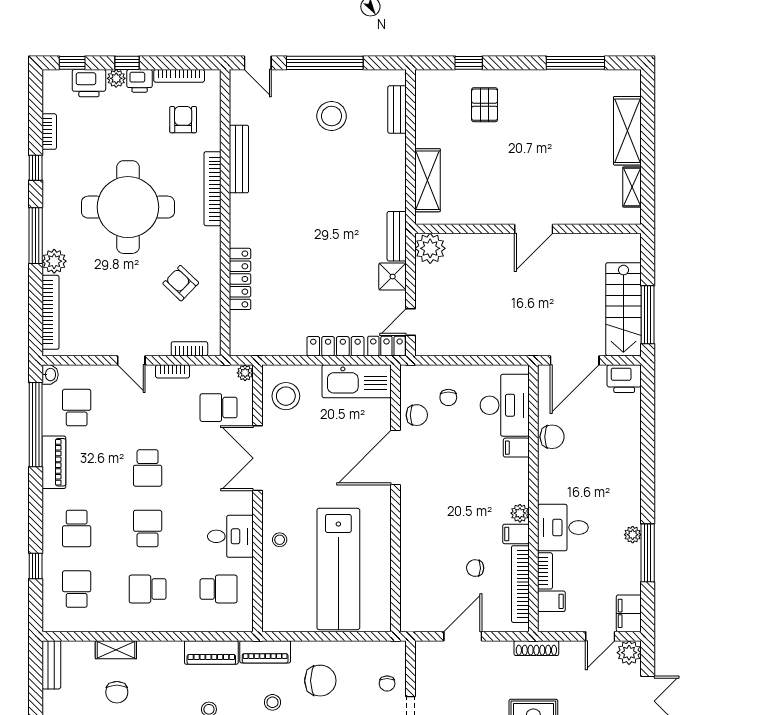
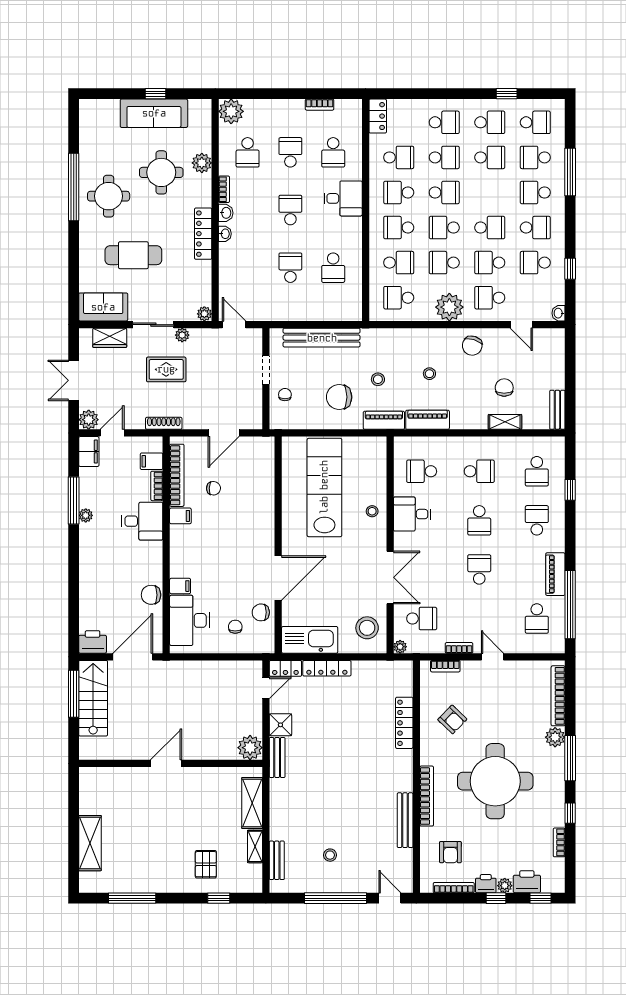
stool: (332, 116) -> (330, 855), width x0.53, depth x0.53
shelving: (632, 187) -> (255, 846), moved
washbasin: (50, 375) -> (558, 645), removed
plant: (520, 513) -> (177, 533), removed

